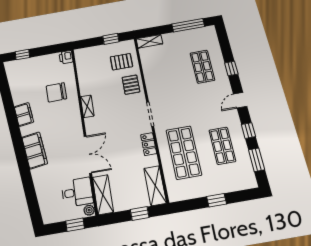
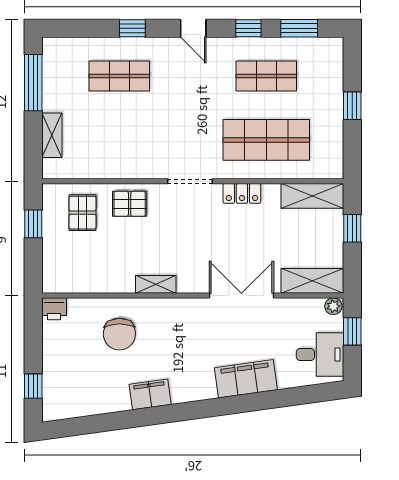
shelving: (149, 41) -> (52, 135), moved
filing cabinet: (35, 150) -> (246, 379), moved
desk: (77, 192) -> (320, 355), moved, turned 90

